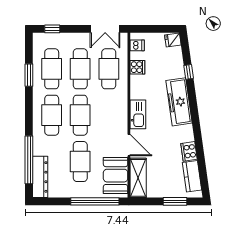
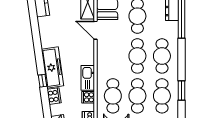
window: (189, 72) -> (42, 81), moved
kitchen sink: (138, 114) -> (88, 78), moved
cooker: (189, 151) -> (54, 96), moved

